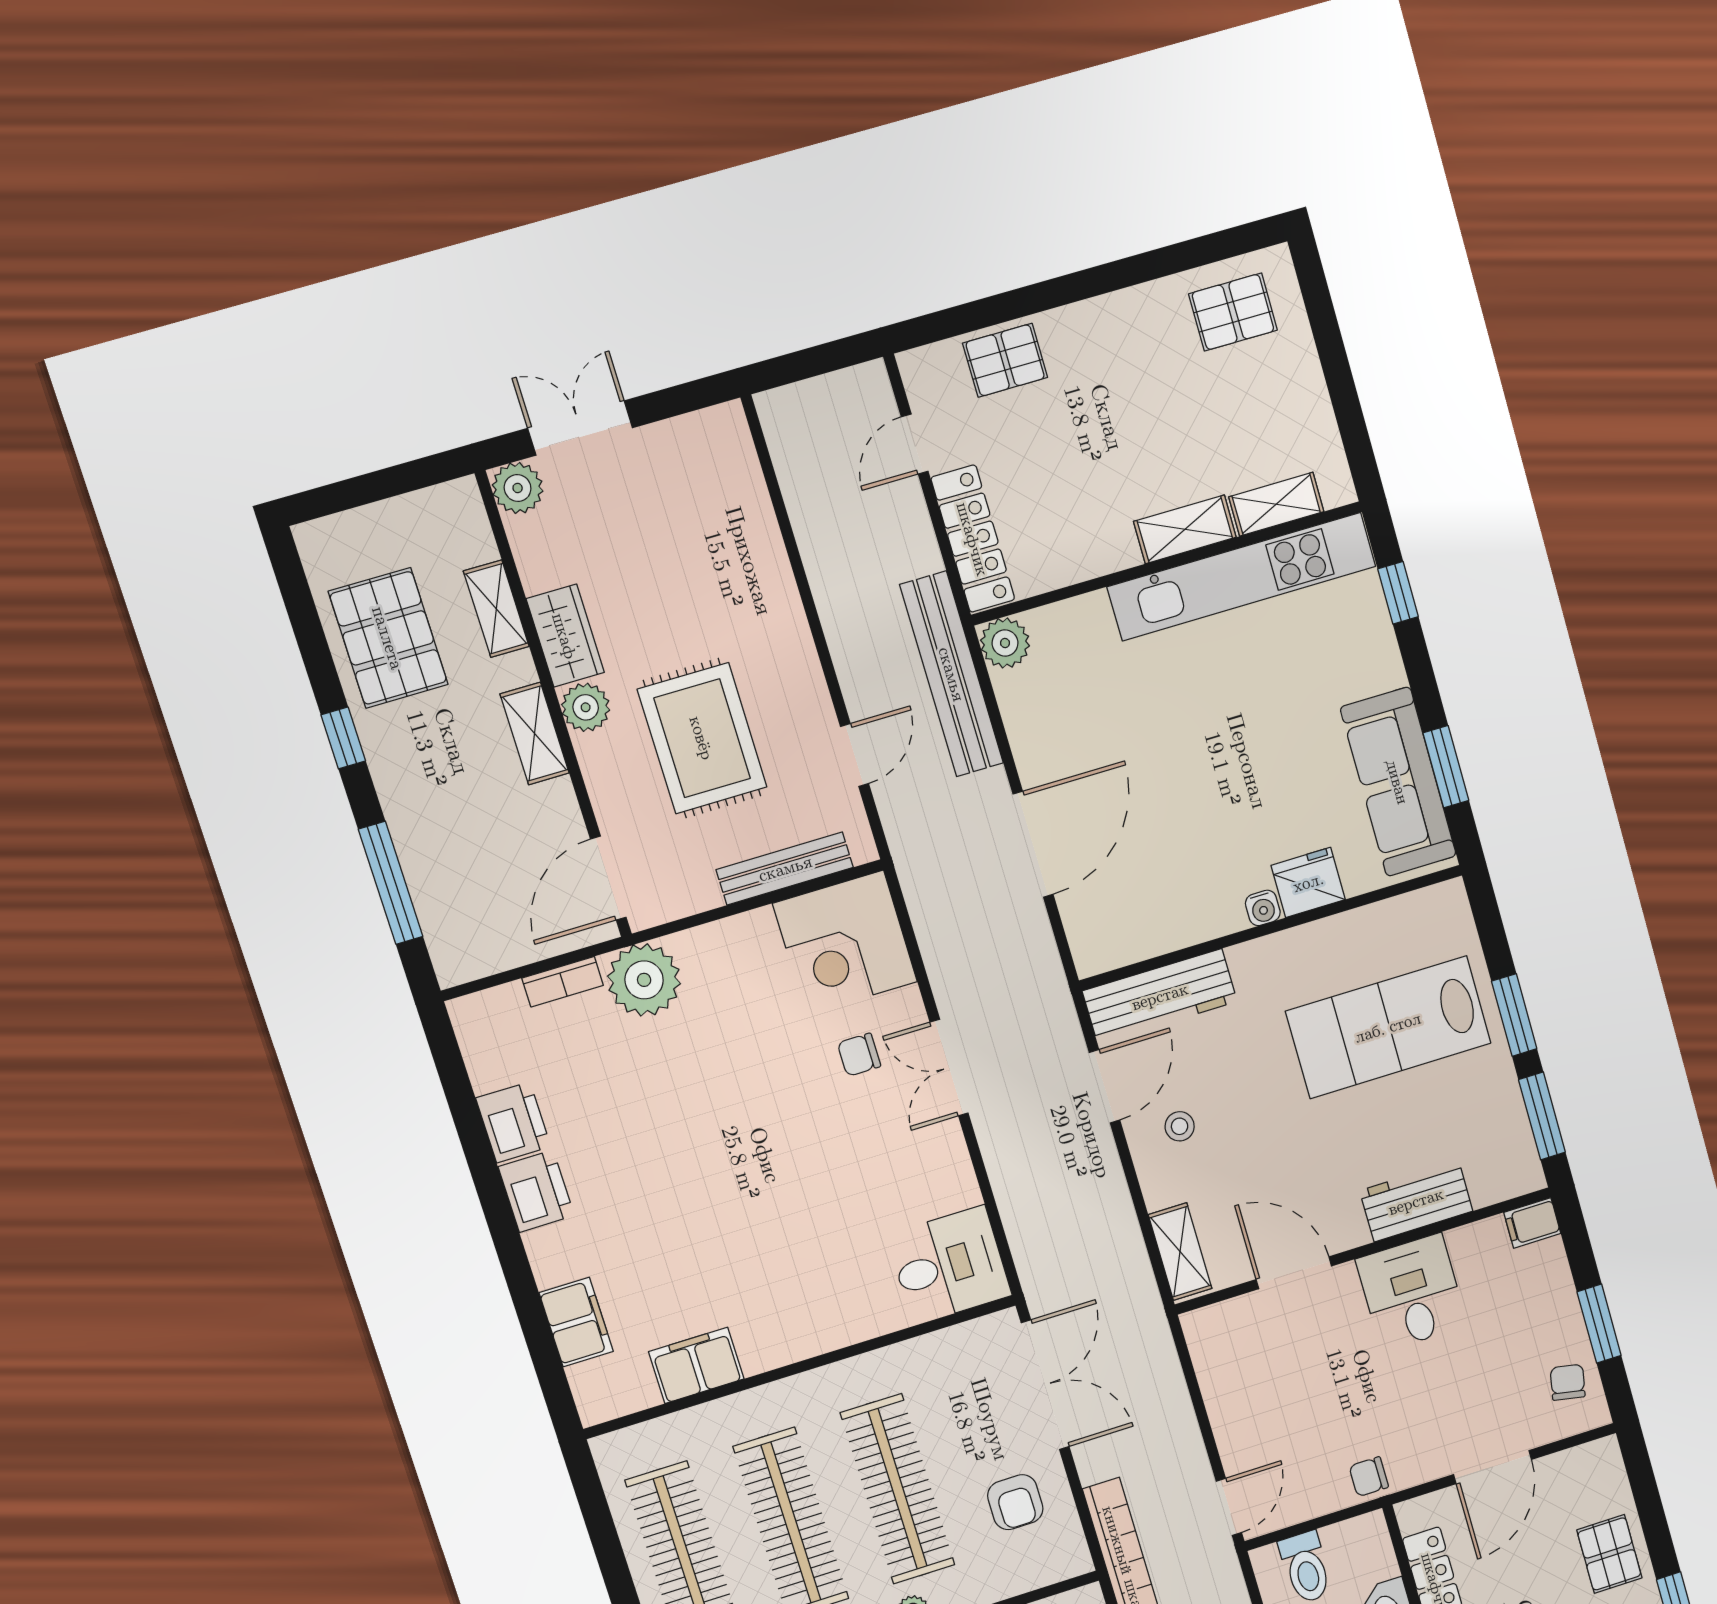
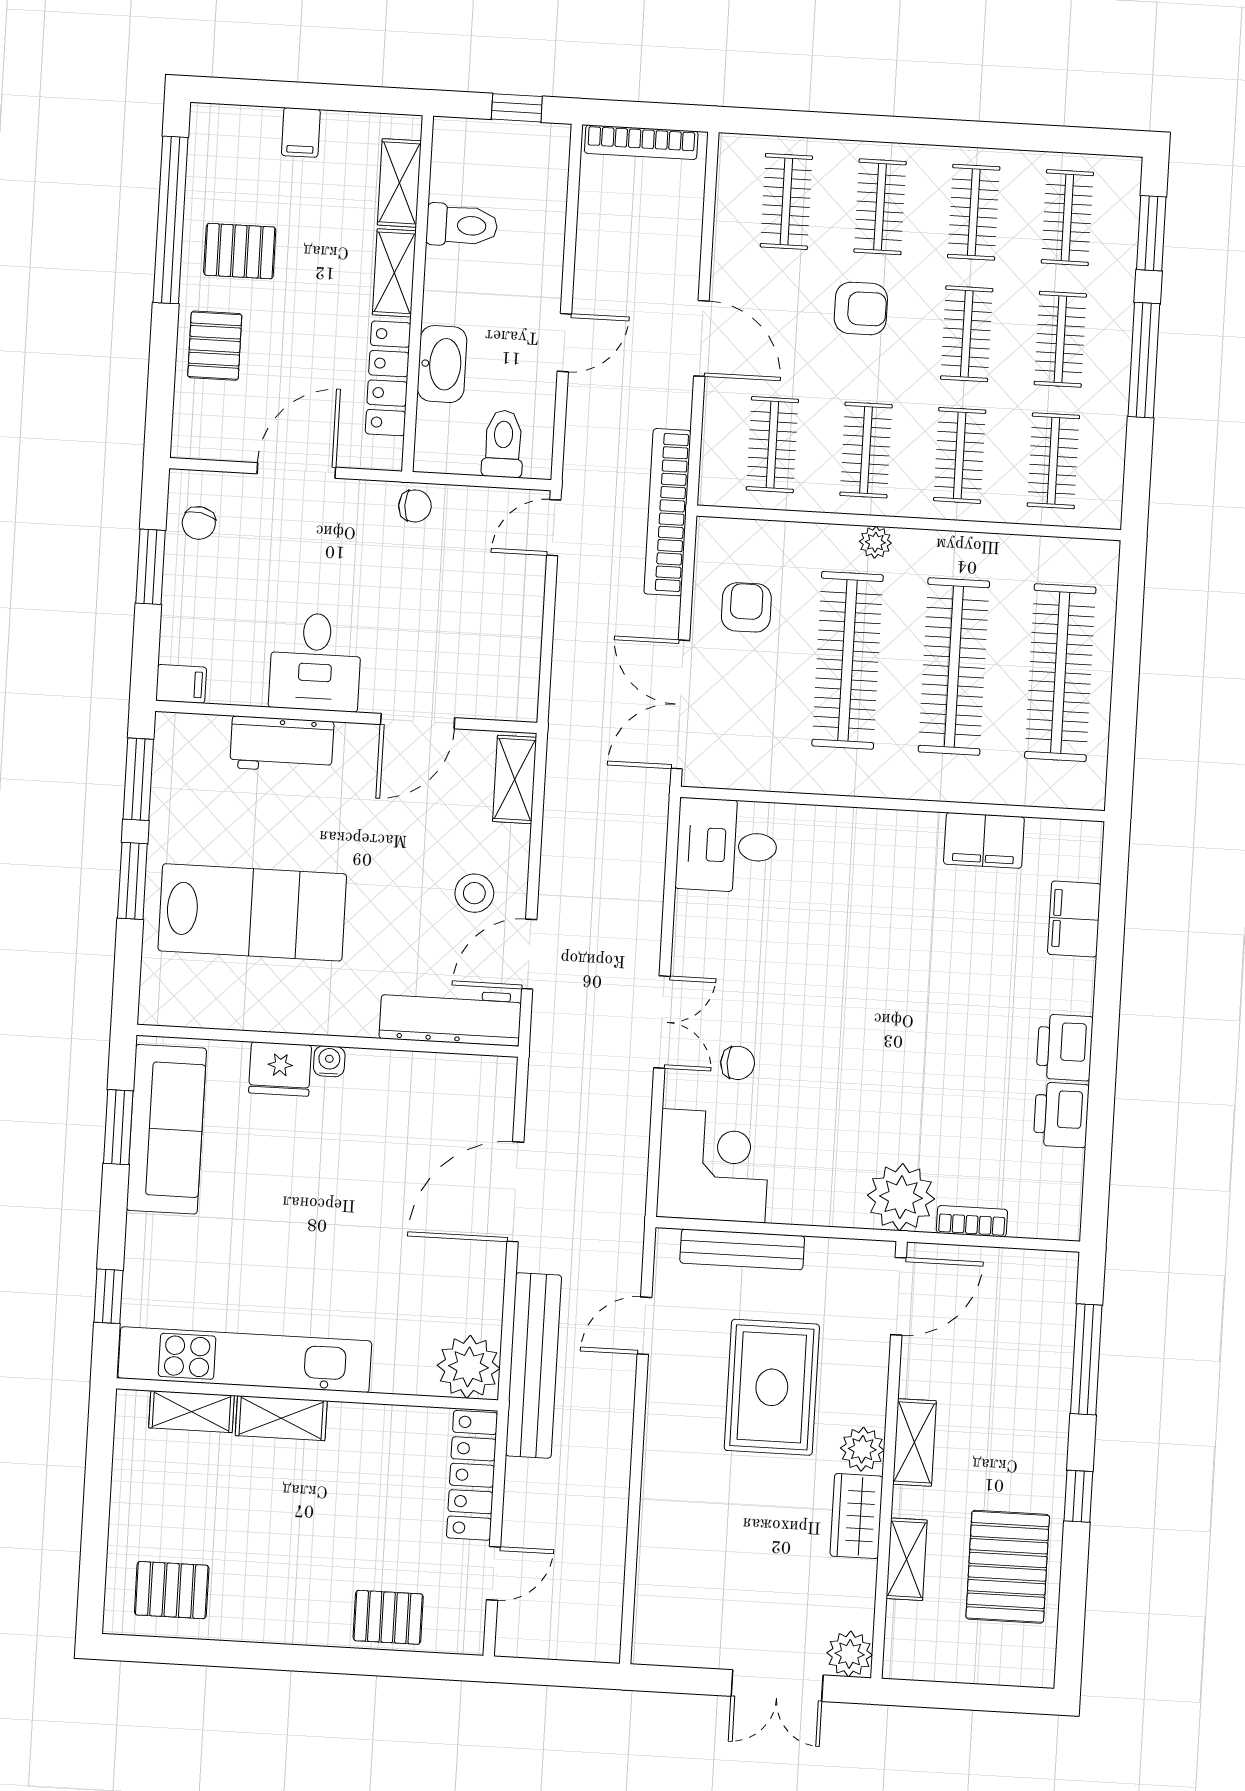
plant: (1005, 643) -> (469, 1367), width x1.36, depth x1.36
stool: (1180, 1126) -> (474, 893), width x1.37, depth x1.37
door: (1294, 1273) -> (418, 721), hinge flipped

